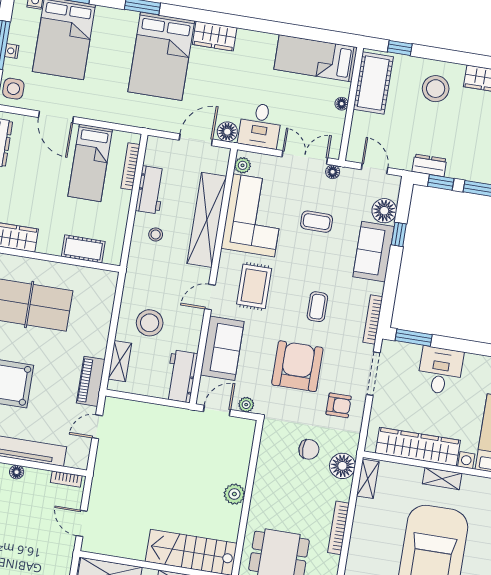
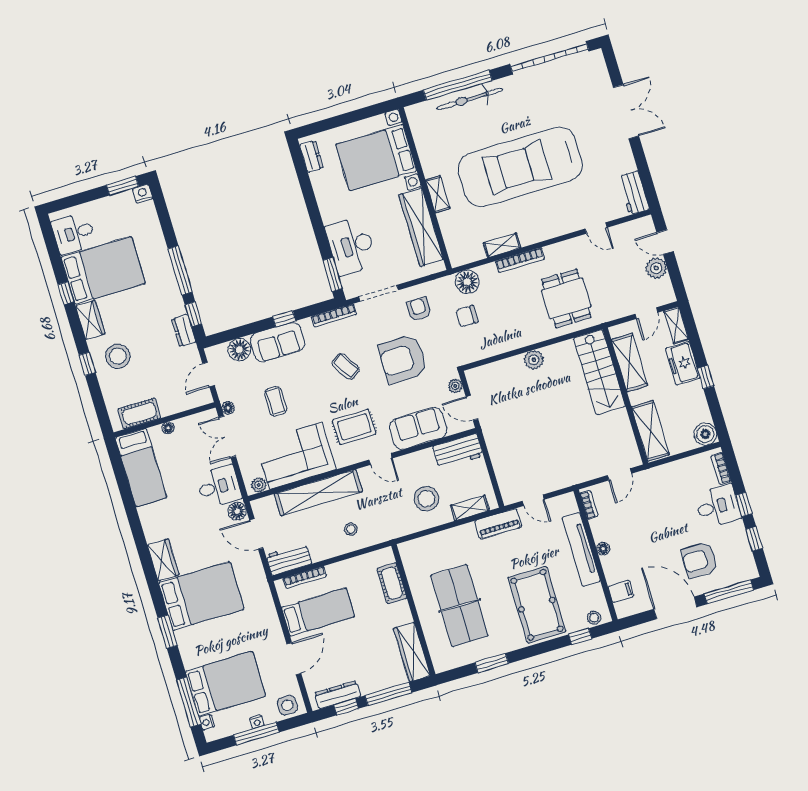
window: (400, 48) -> (87, 364), moved
cot: (373, 83) -> (139, 413), width x0.73, depth x0.75
workbench: (151, 190) -> (289, 559), moved
window: (399, 234) -> (284, 319), moved
coffee table: (317, 307) -> (346, 366), turned 57
desk: (440, 371) -> (351, 246), width x1.37
chair: (309, 449) -> (467, 316), turned -90
shelving: (368, 479) -> (502, 245), moved

